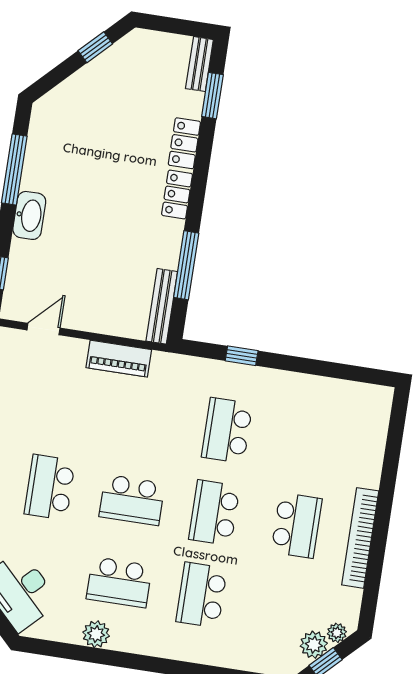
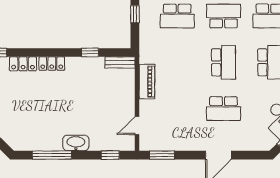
window: (186, 265) -> (90, 52), width x0.46
bench: (162, 306) -> (120, 62), width x0.73
door: (43, 329) -> (137, 126), hinge flipped
school desk: (214, 513) -> (224, 16), turned 180

